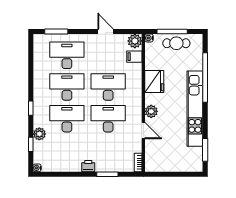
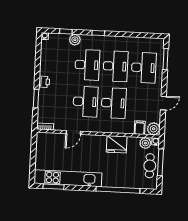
kitchen unit: (195, 109) -> (68, 178), moved
plant: (151, 111) -> (145, 143), moved

